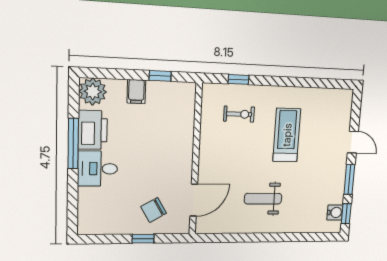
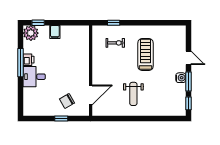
window: (160, 76) -> (38, 23), moved
printer: (93, 130) -> (28, 60), width x0.53, depth x0.68
weight bench: (263, 199) -> (133, 94), turned -90
water cooler: (335, 212) -> (181, 78), moved

